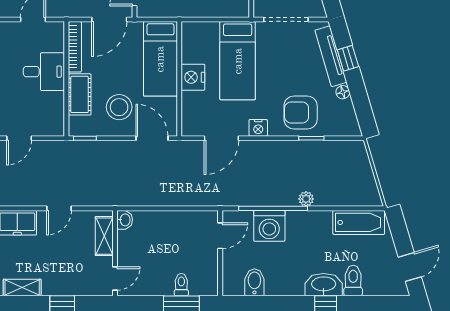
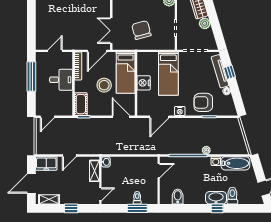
cot: (80, 94) -> (81, 104), moved
stool: (119, 107) -> (104, 85), moved
washing machine: (269, 226) -> (216, 161), moved, width x0.53, depth x0.53

